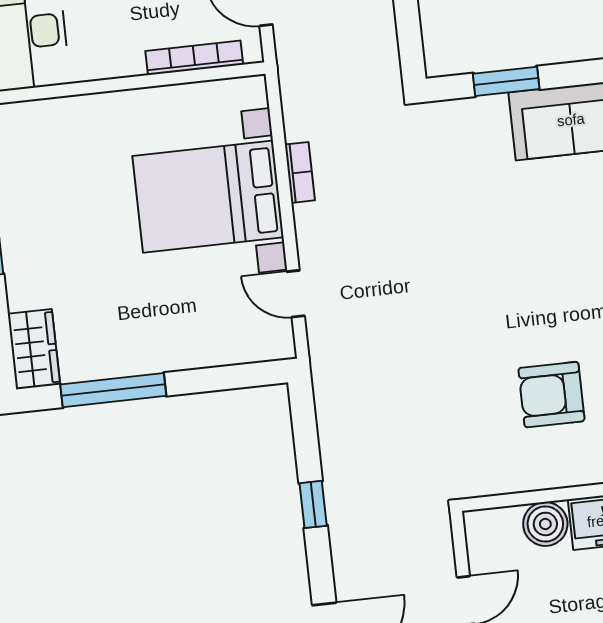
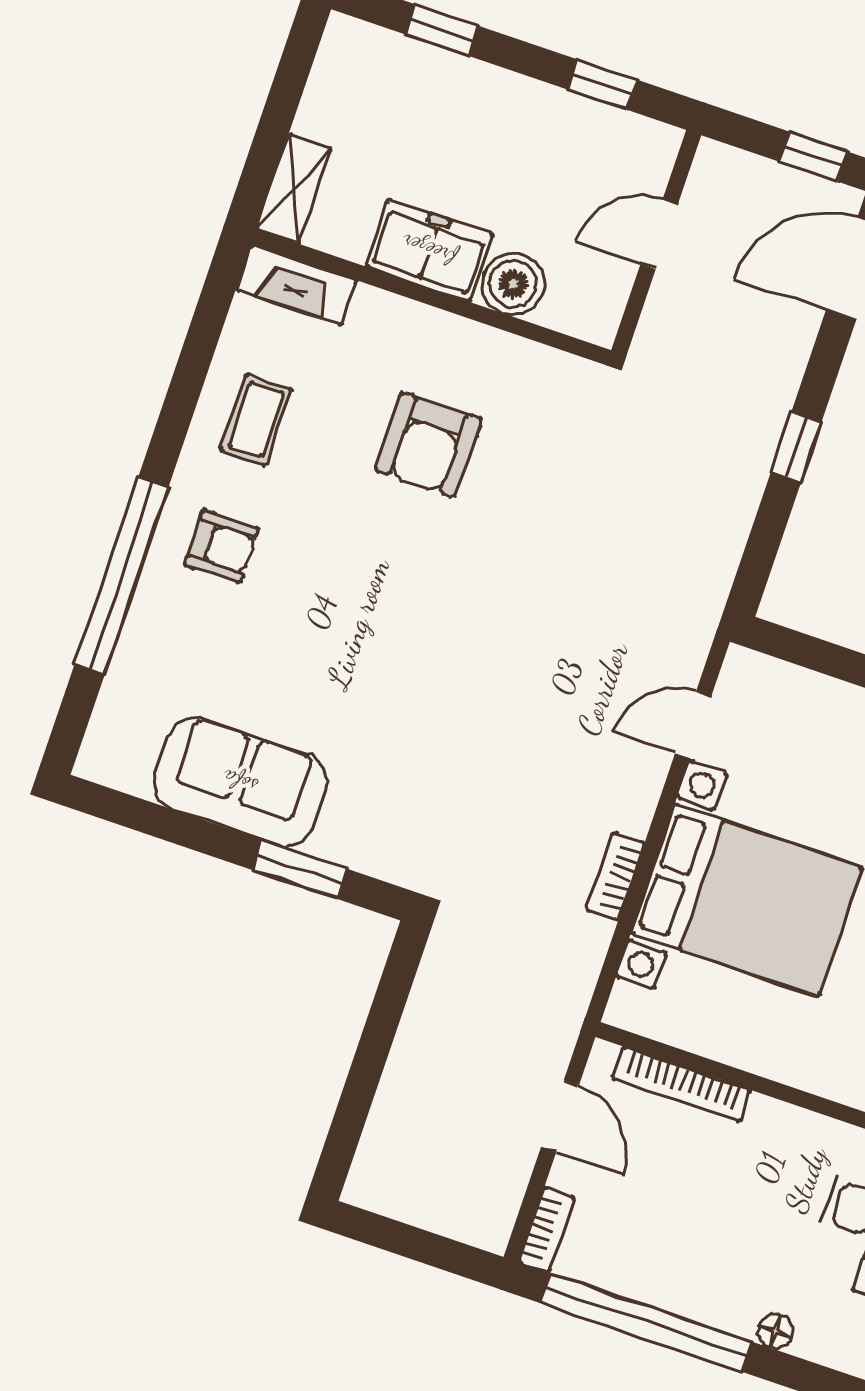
door: (296, 294) -> (693, 725), swing flipped
armchair: (551, 395) -> (428, 445), turned 90

